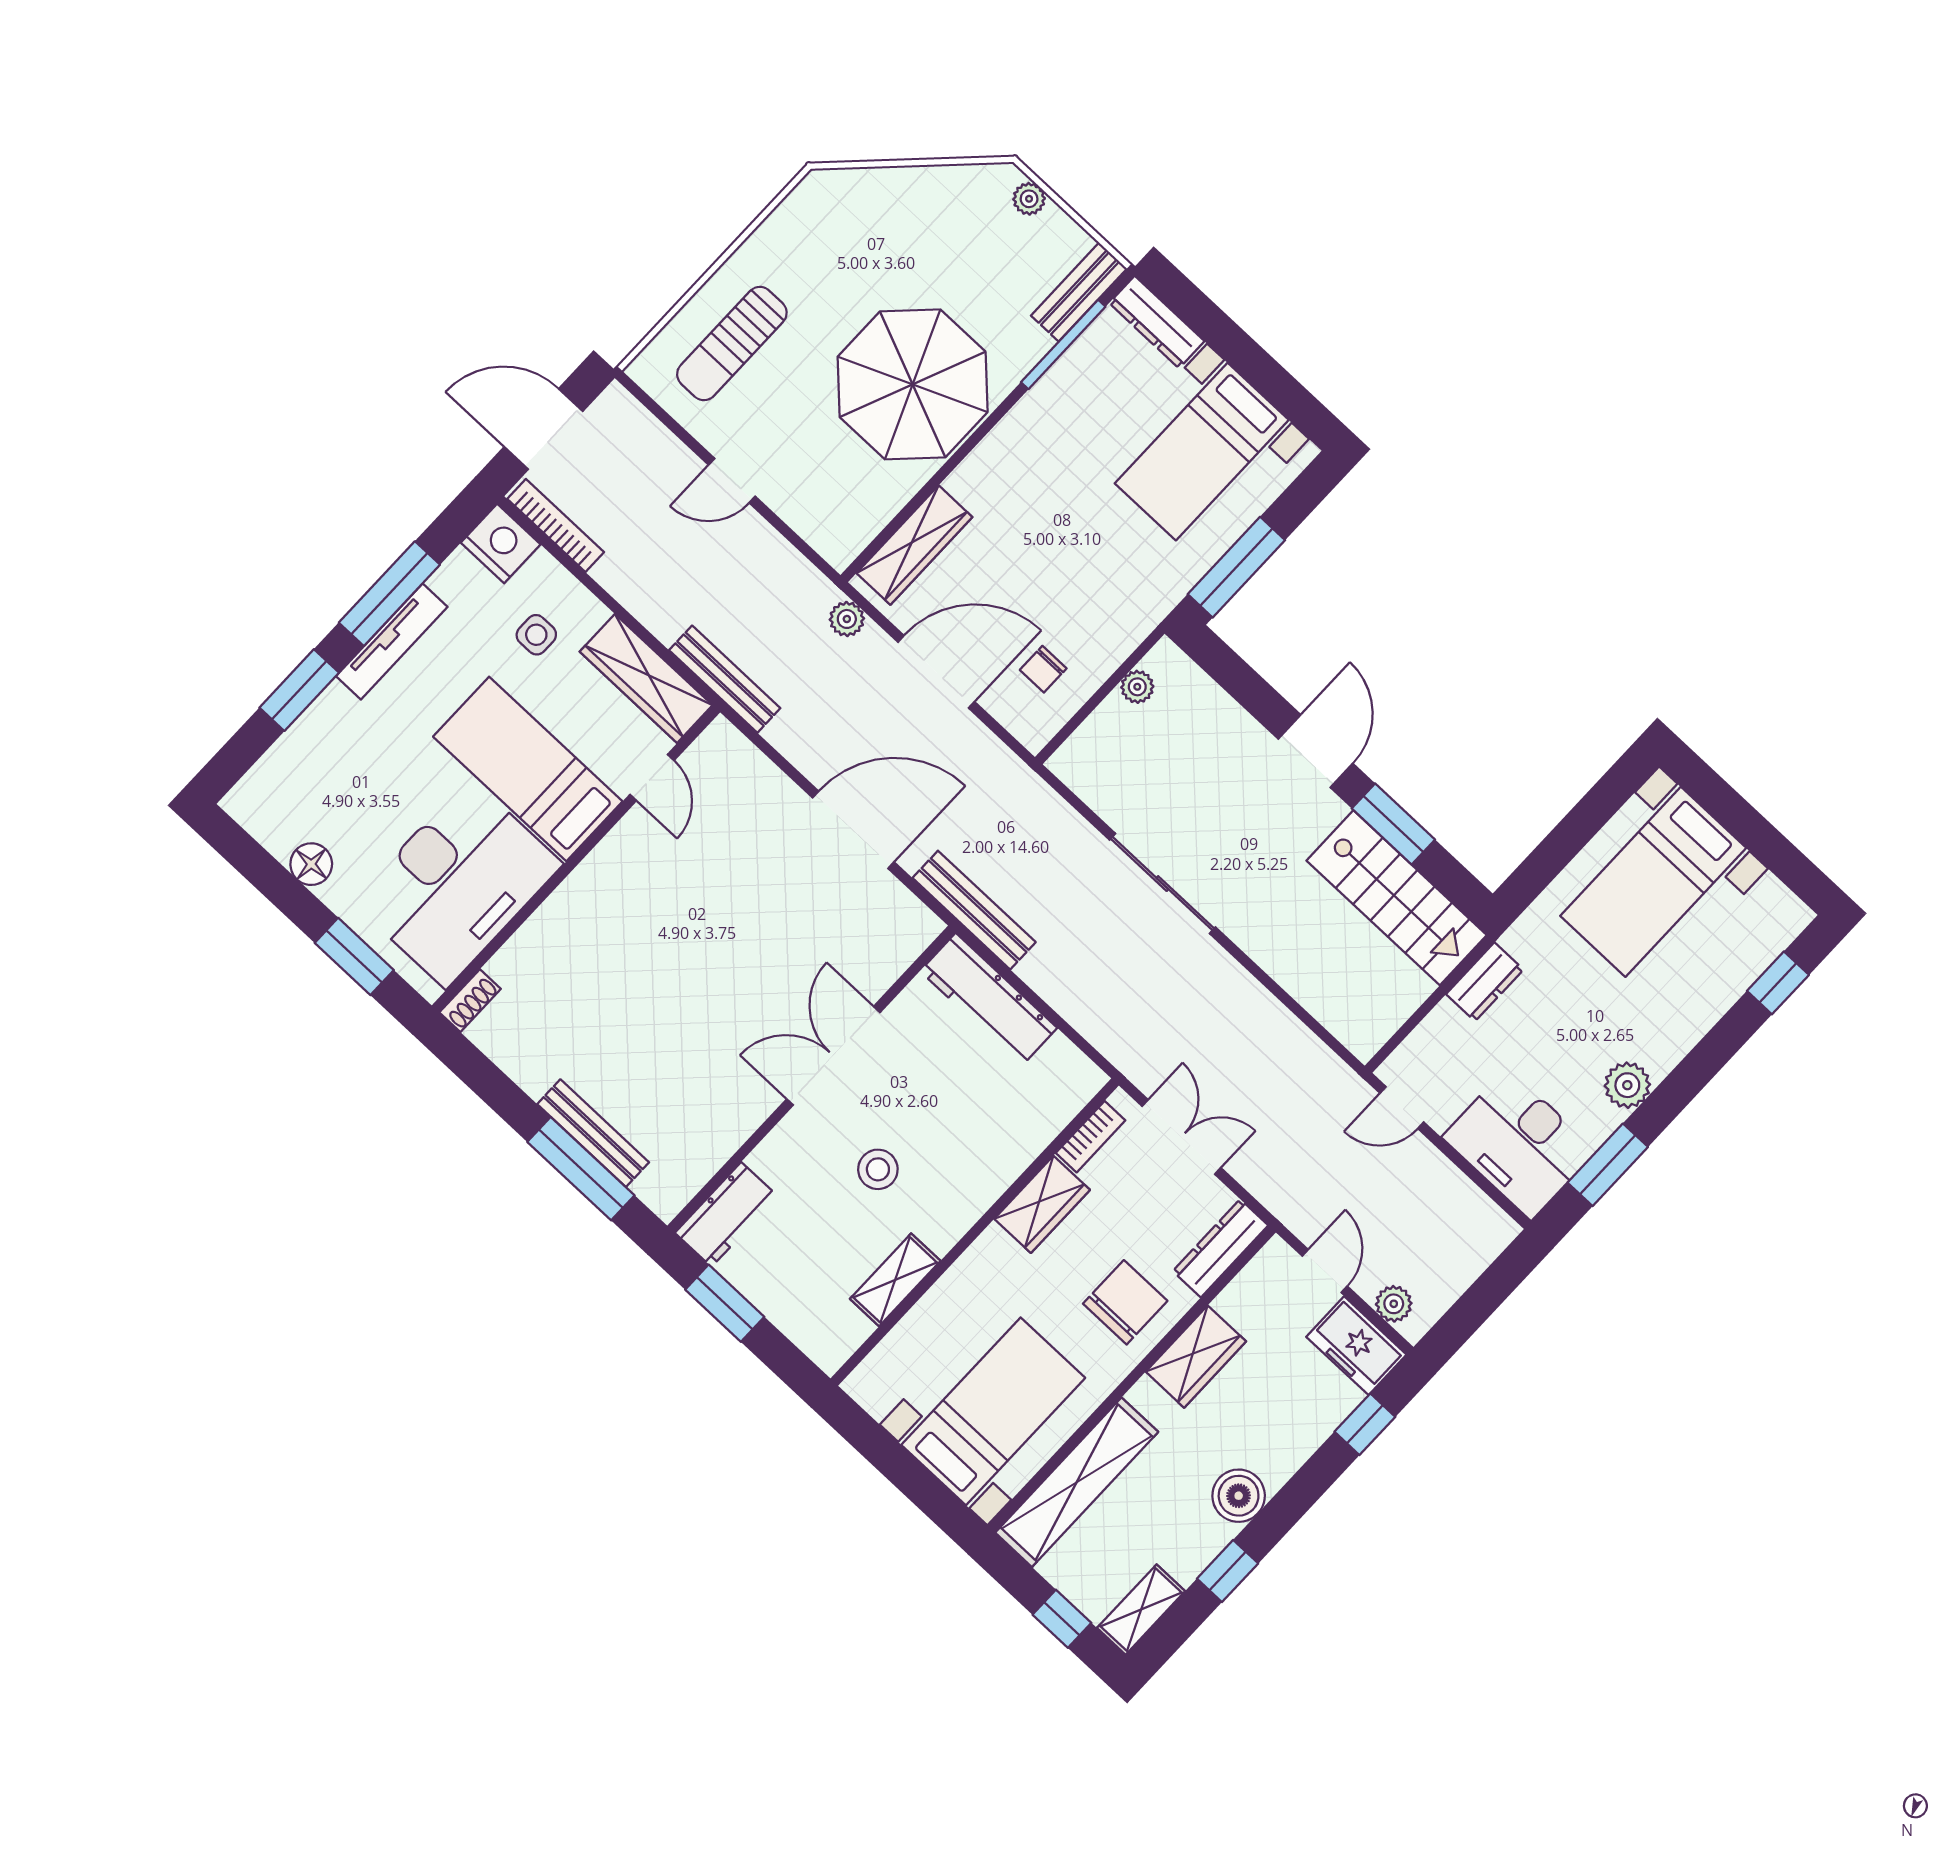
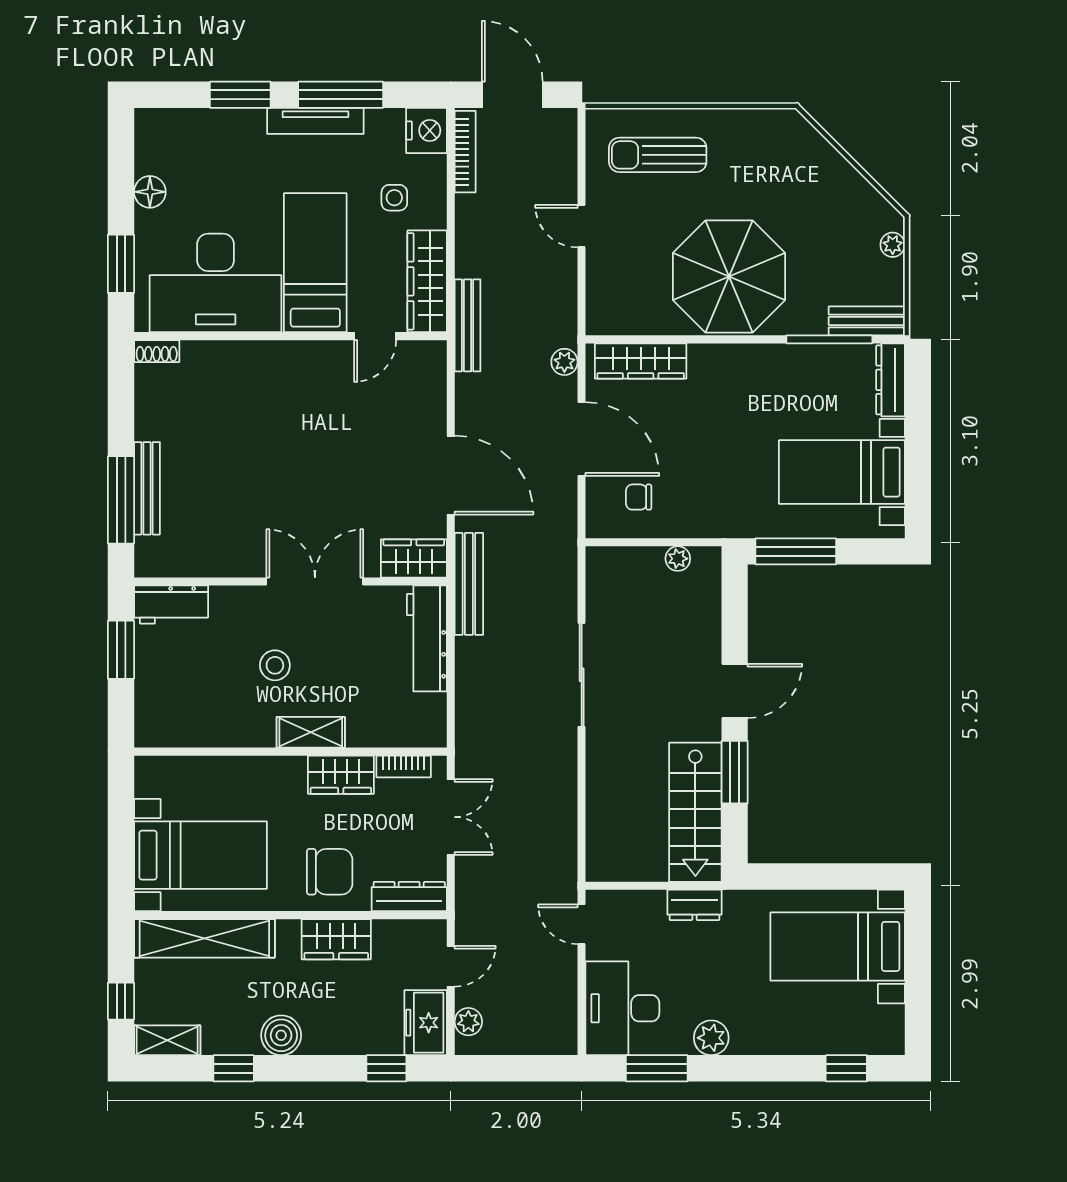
wardrobe: (900, 940) -> (414, 558), added
shelving: (895, 1280) -> (311, 732), moved

